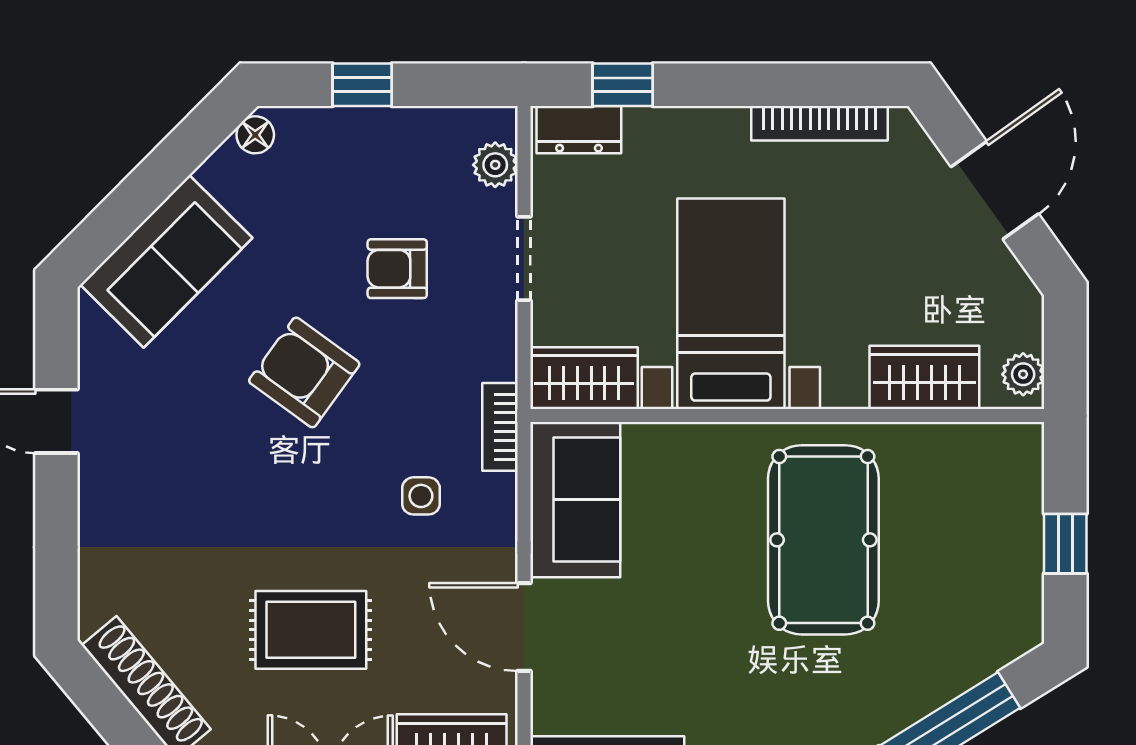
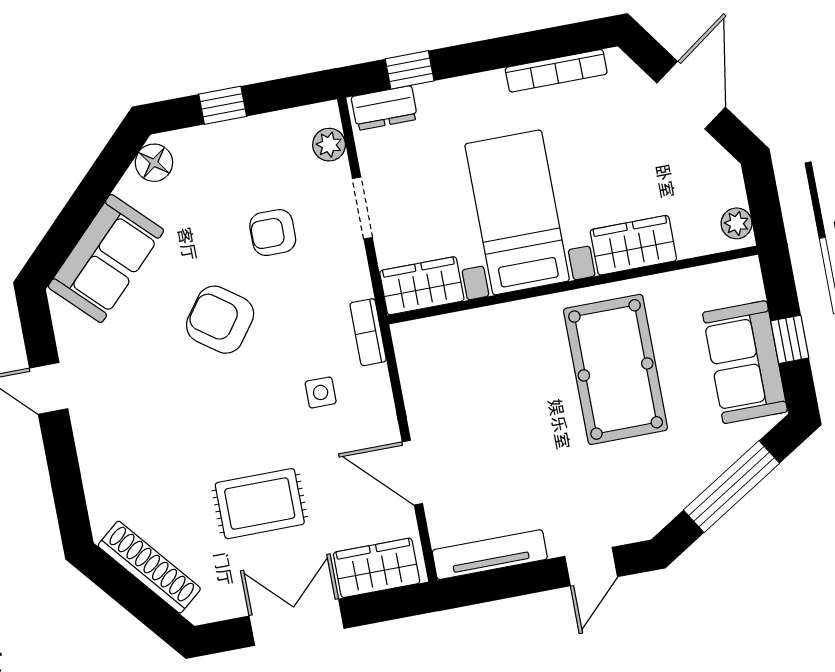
floor lamp: (255, 135) -> (154, 163), width x1.37, depth x1.37
wardrobe: (924, 377) -> (633, 245), moved
sofa: (575, 500) -> (745, 362), moved, turned 180

